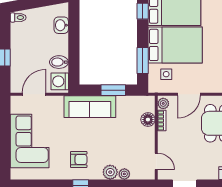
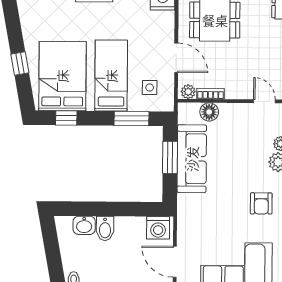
bed: (175, 45) -> (111, 76), width x0.67
bidet: (59, 62) -> (105, 229), moved
sofa: (90, 107) -> (192, 159), moved
armchair: (79, 160) -> (261, 203), turned 180
door: (156, 161) -> (264, 101), hinge flipped

